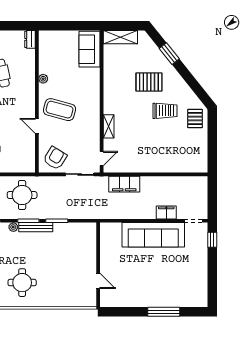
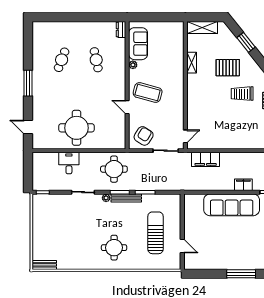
sofa: (89, 49) -> (138, 44), moved, turned 180
trolley: (165, 111) -> (242, 94), turned 180
shelving: (109, 126) -> (192, 63), moved
sun lounger: (68, 266) -> (155, 233), added

